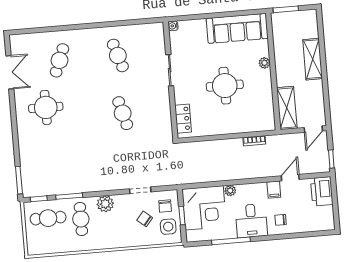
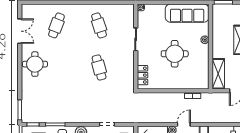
round table: (46, 107) -> (35, 64), moved
door: (290, 178) -> (184, 124), moved

